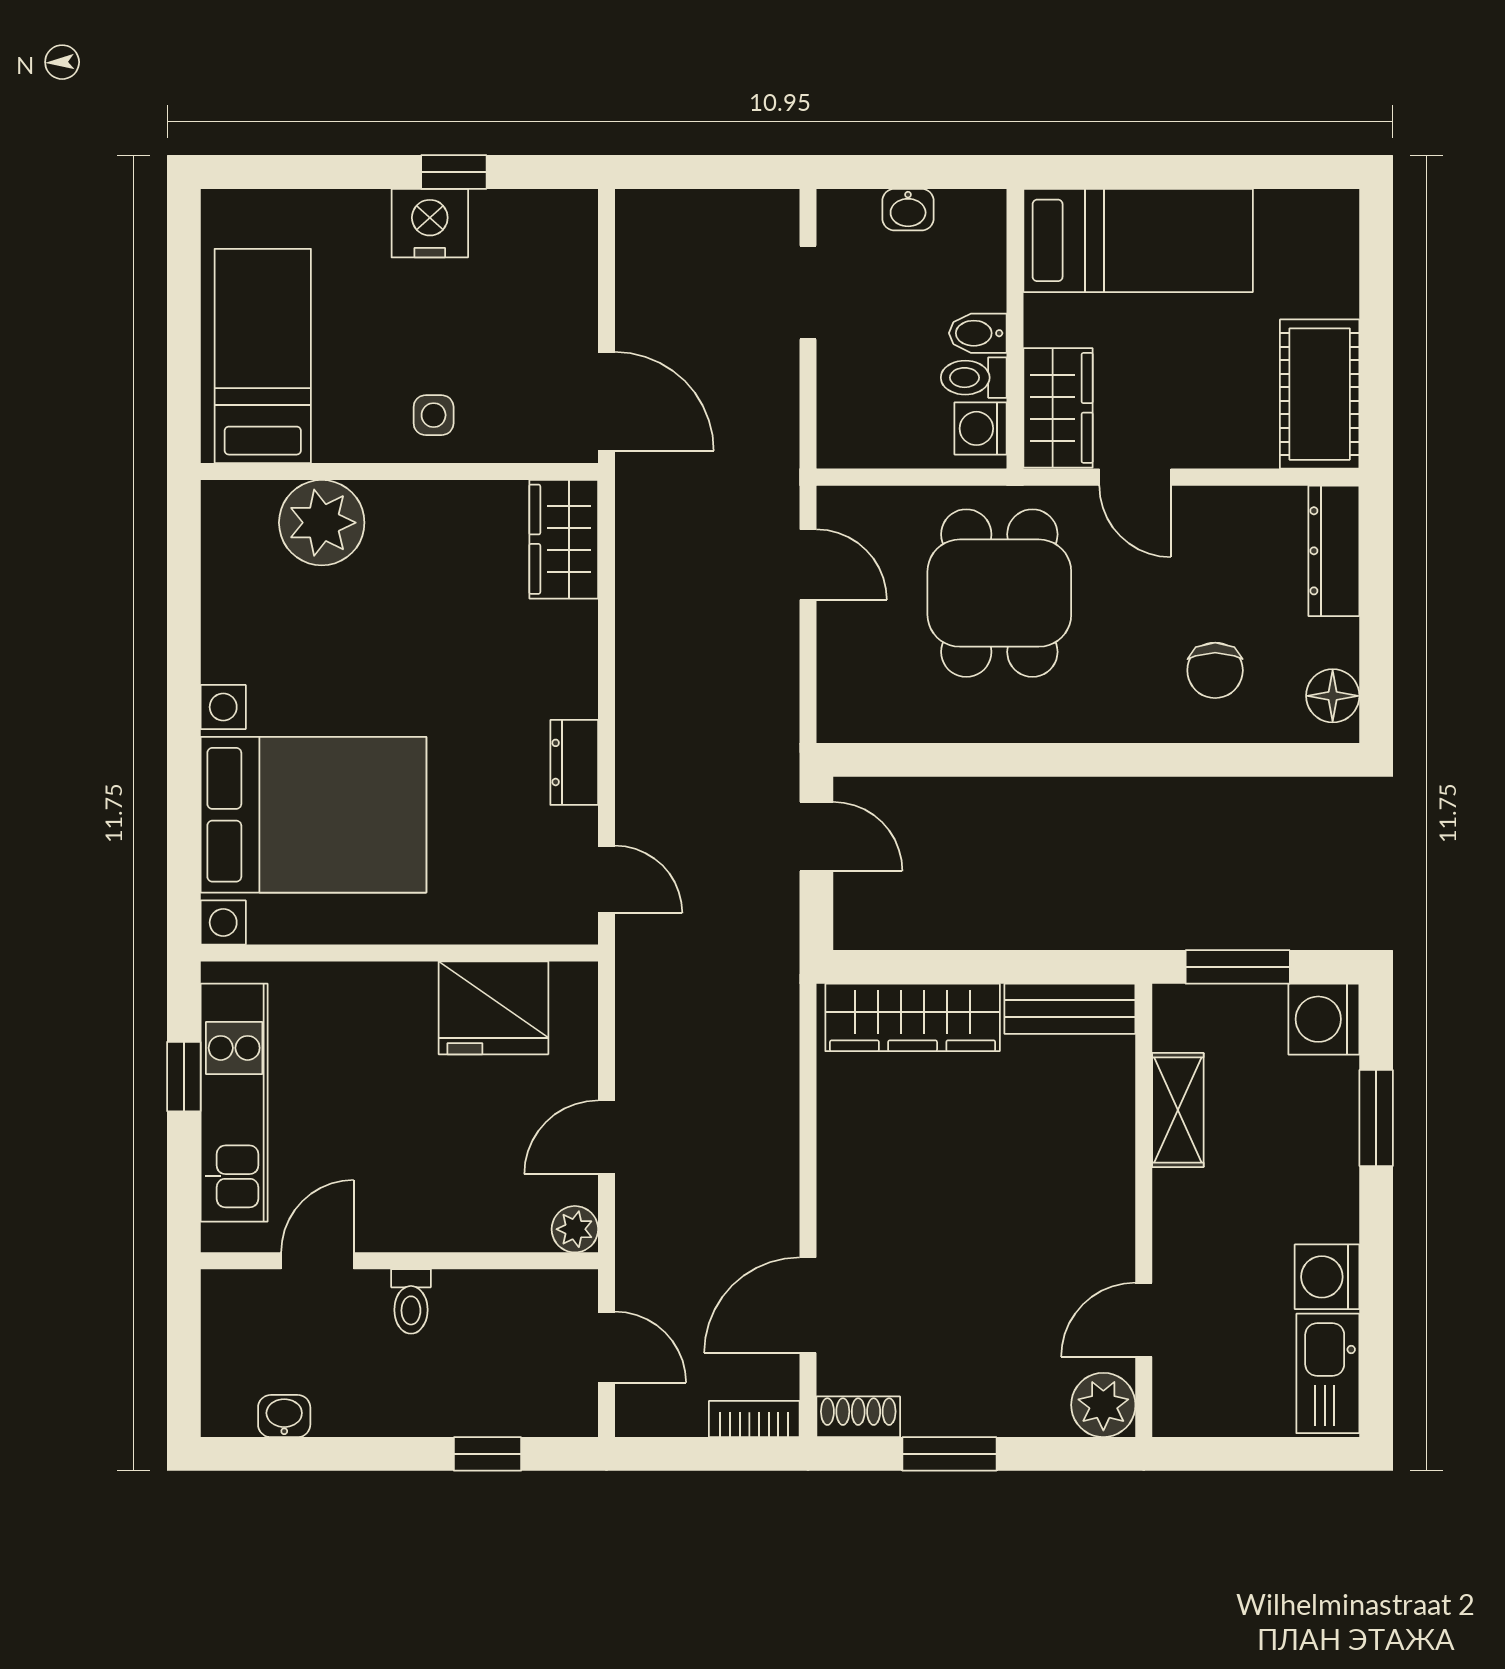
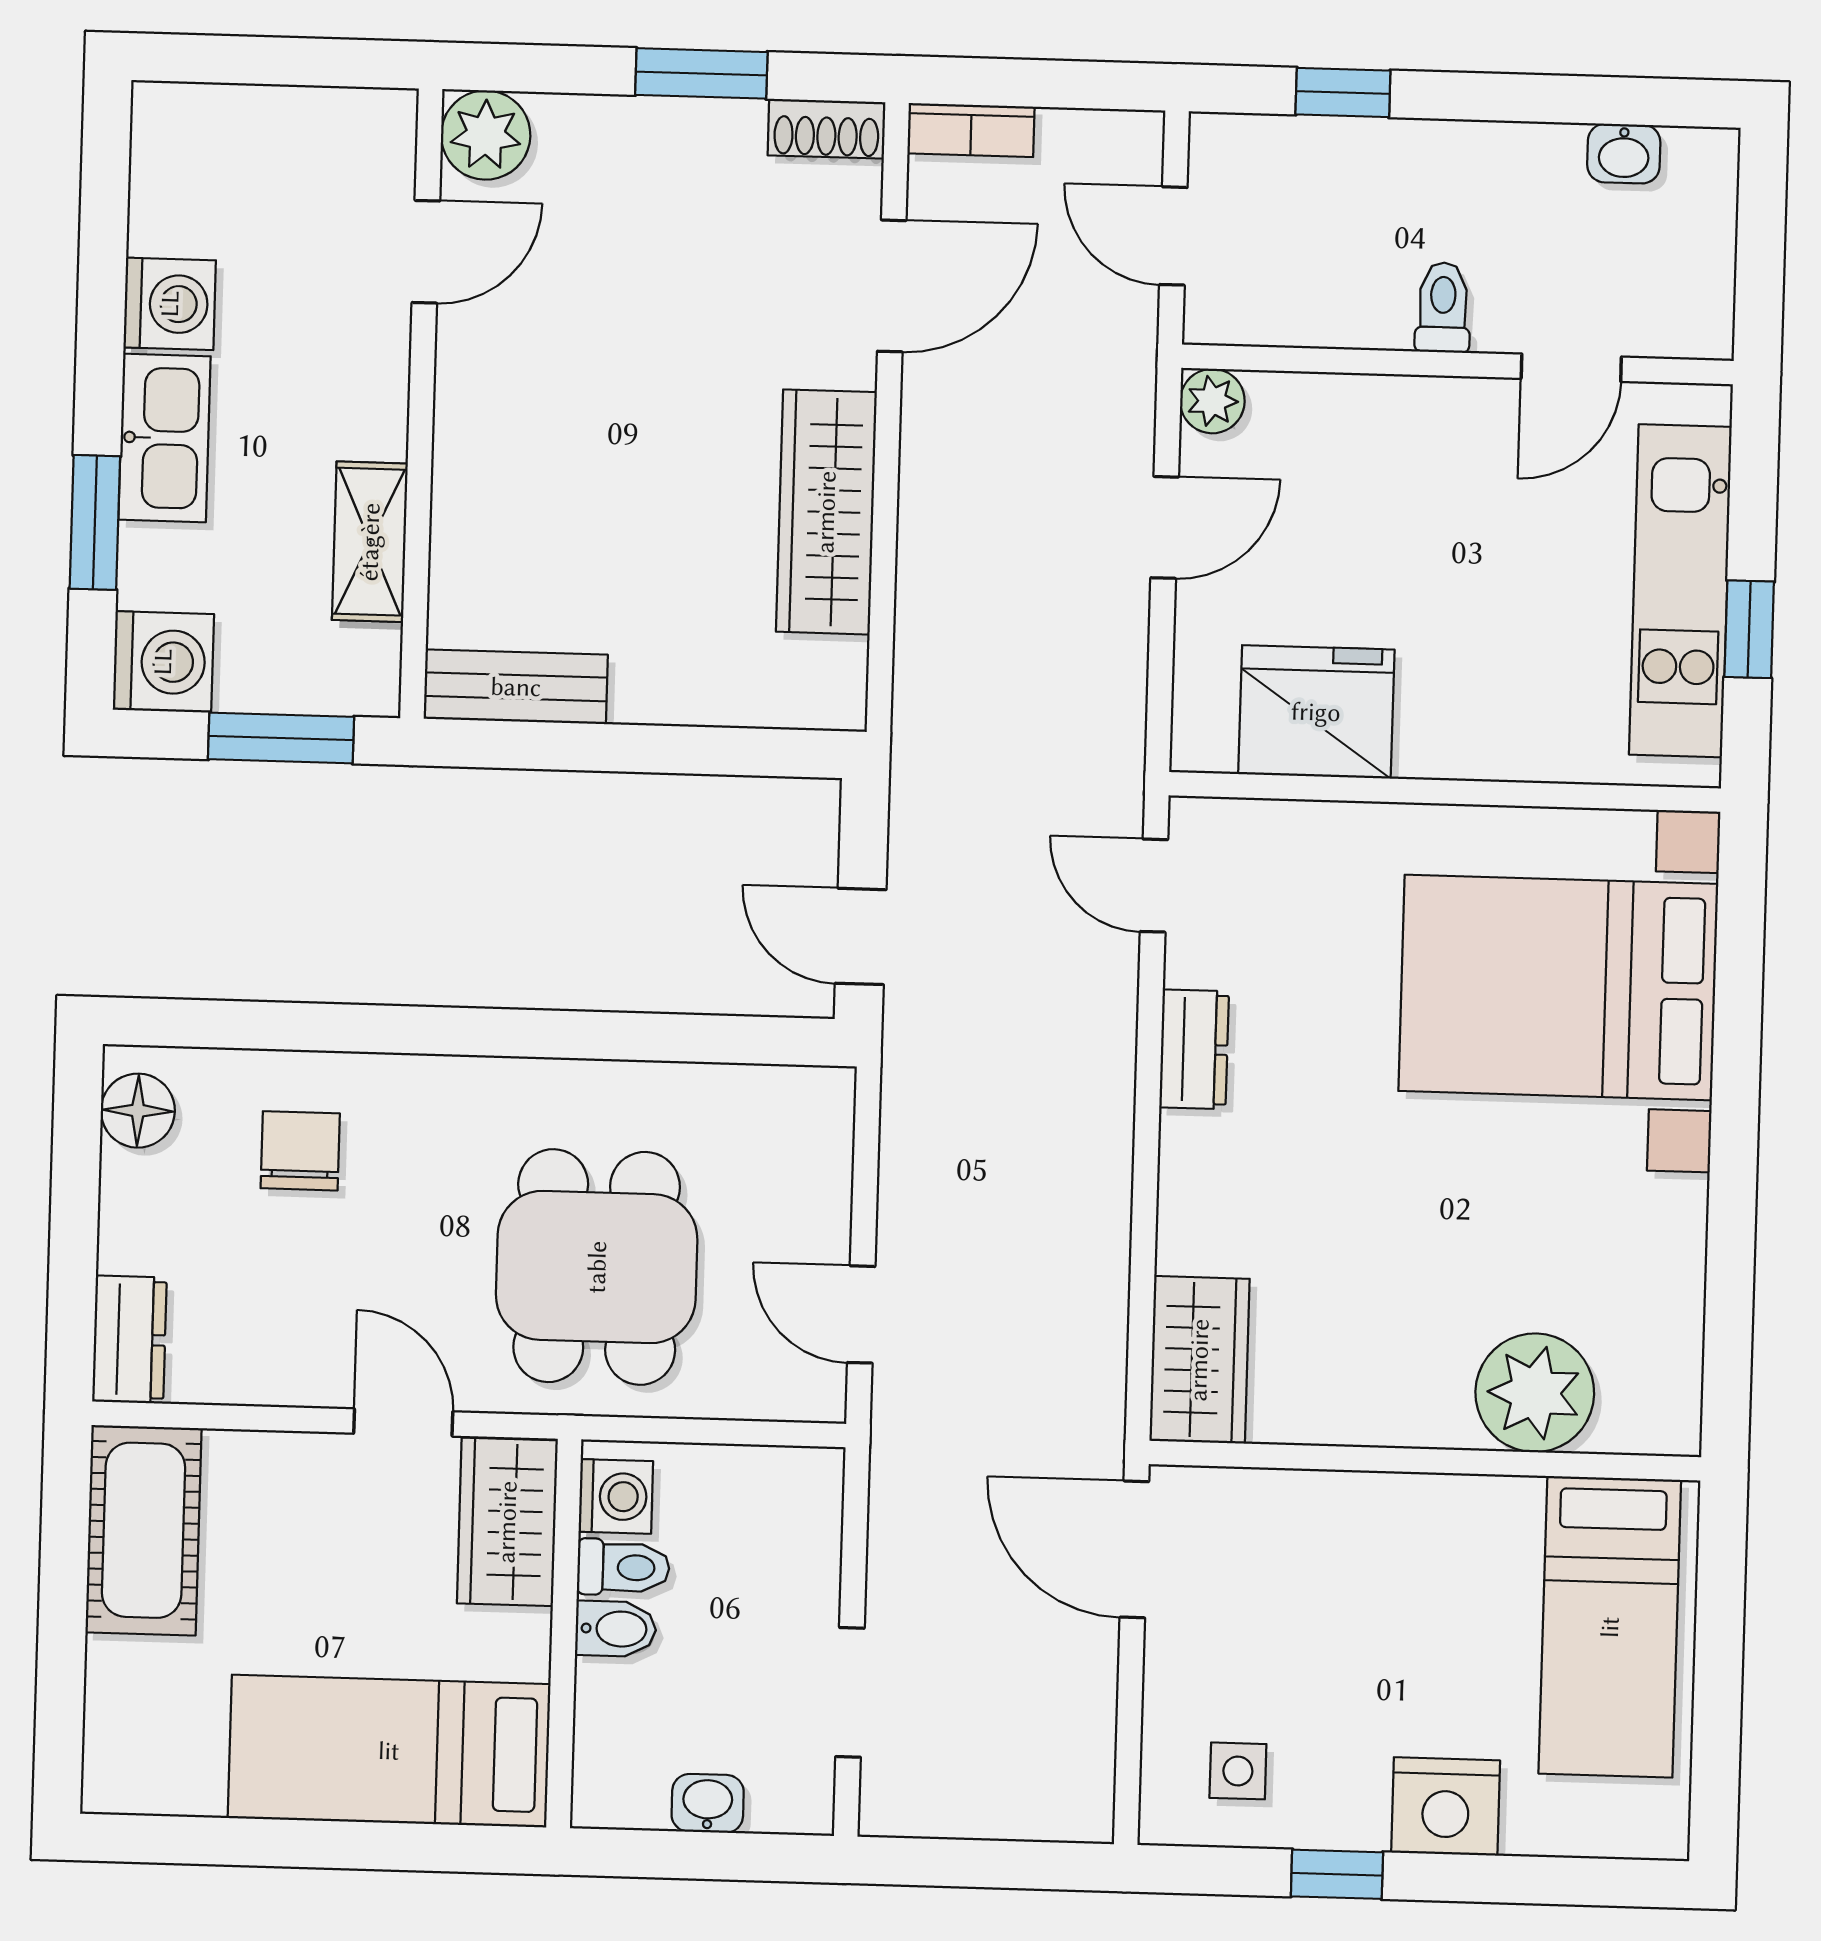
nightstand: (430, 223) -> (1446, 1806), moved
side table: (434, 415) -> (1238, 1771), moved
dresser: (1334, 551) -> (129, 1340), width x0.70
wardrobe: (913, 1017) -> (826, 512), moved, turned -90
kitchen sink: (1328, 1373) -> (165, 438), moved

